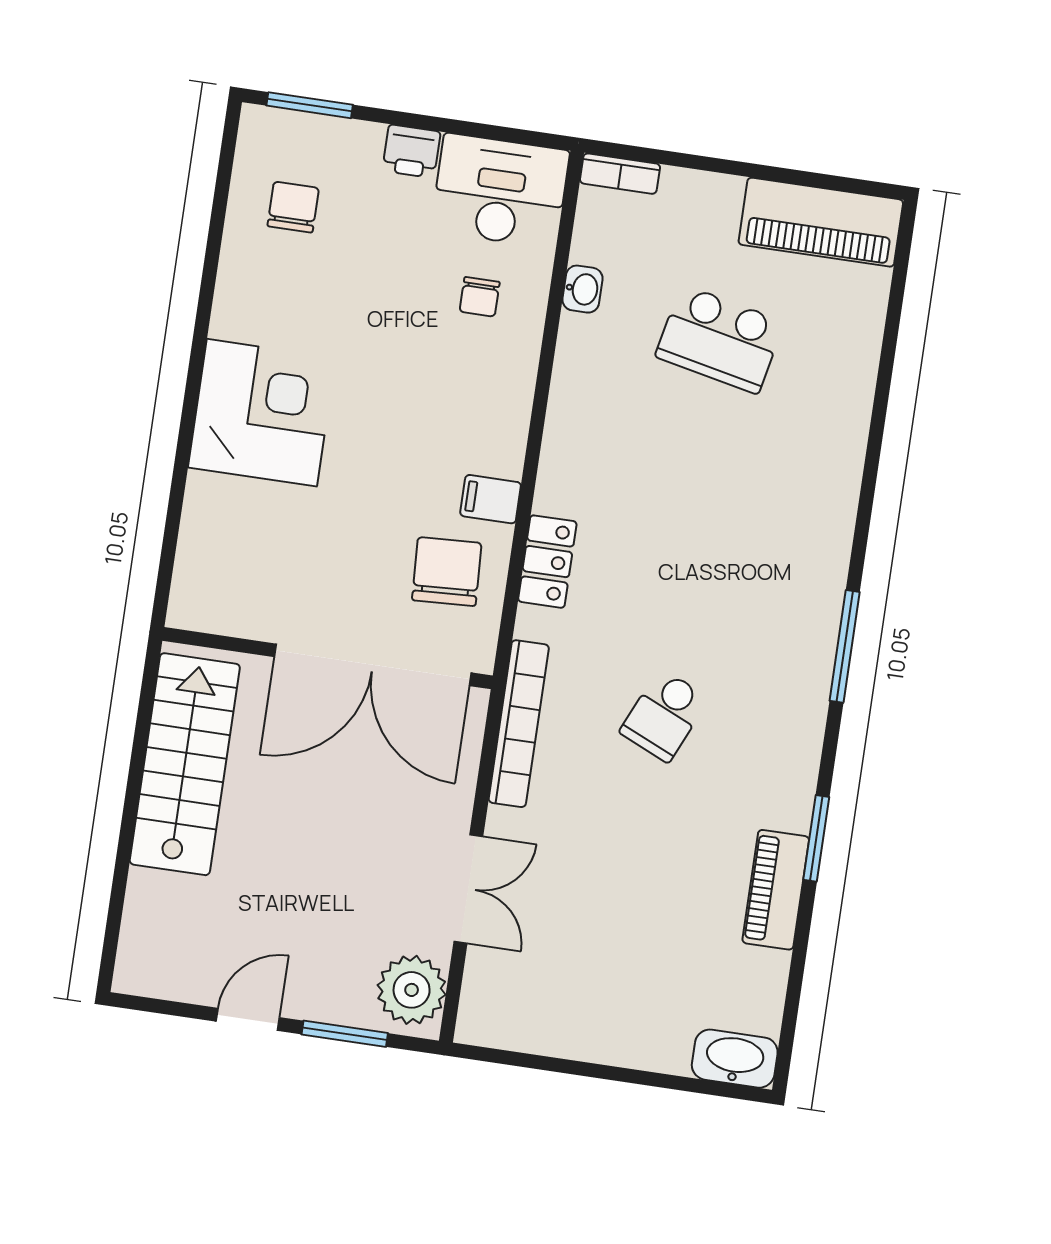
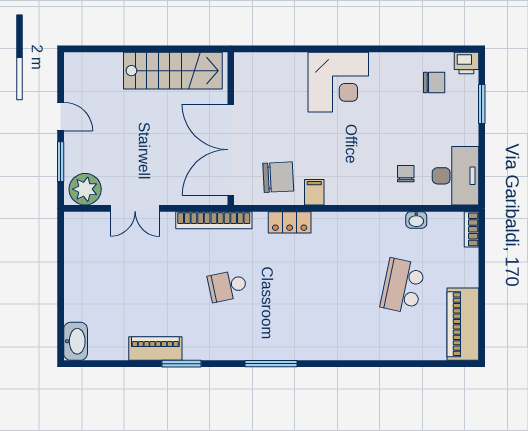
window: (310, 105) -> (482, 104), moved
printer: (411, 151) -> (466, 63), moved, turned -90
chair: (480, 297) -> (406, 174), turned 90
school desk: (664, 715) -> (227, 286), turned -36

